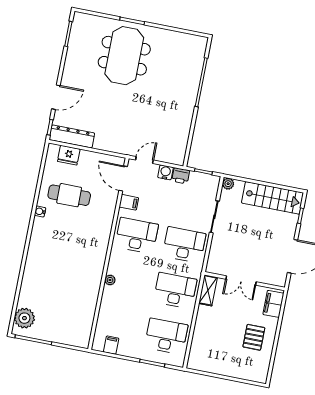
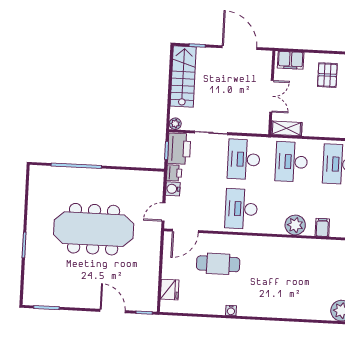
meeting table: (124, 56) -> (94, 229), moved, width x1.36
dresser: (72, 136) -> (150, 289), removed
door: (144, 160) -> (163, 212), hinge flipped
printer: (203, 184) -> (179, 149), added
cafe table: (69, 195) -> (218, 264), moved, turned 90
filing cabinet: (129, 202) -> (322, 227), moved
plant: (110, 280) -> (295, 225), width x1.87, depth x1.87
pallet: (254, 337) -> (327, 75), turned 90

